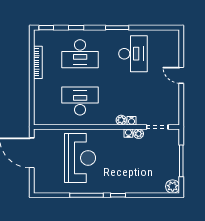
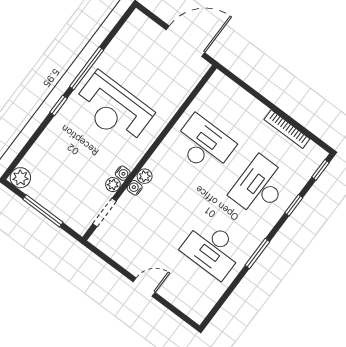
desk: (80, 101) -> (204, 145), turned -90
reception desk: (80, 158) -> (113, 109), moved

